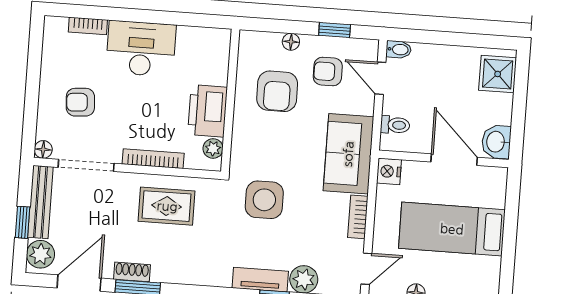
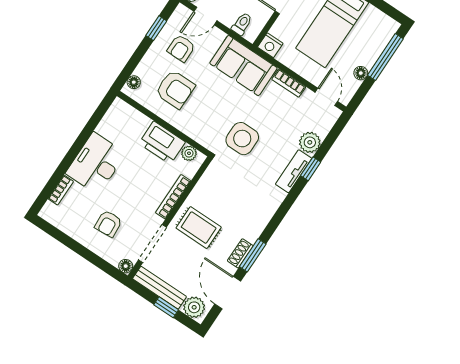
floor lamp: (291, 42) -> (134, 82), moved
rug: (167, 206) -> (199, 228), moved, turned 90

